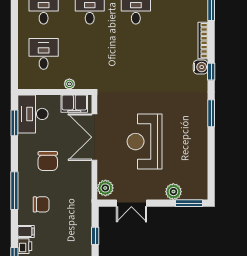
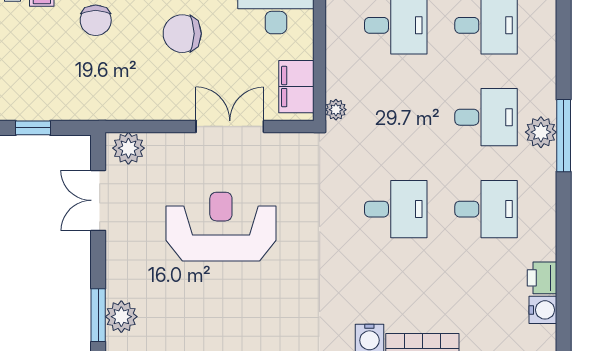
desk: (136, 54) -> (396, 209), added
plant: (69, 84) -> (336, 110), moved
double door: (94, 137) -> (230, 126), width x0.73
plant: (173, 192) -> (121, 317), moved

